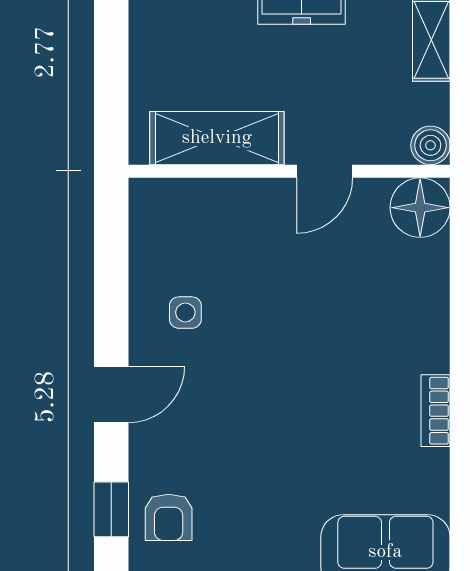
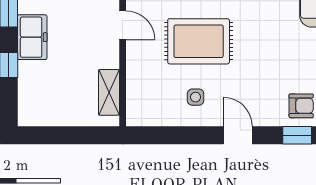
shelving: (217, 138) -> (109, 92), width x0.67, depth x0.75
rug: (294, 318) -> (199, 41), added

